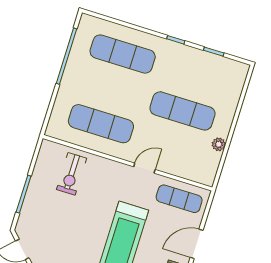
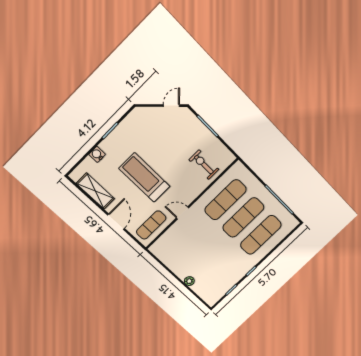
exercise mat: (182, 111) -> (243, 217), moved
plant: (219, 144) -> (189, 281), moved
door: (144, 168) -> (183, 213), swing flipped

